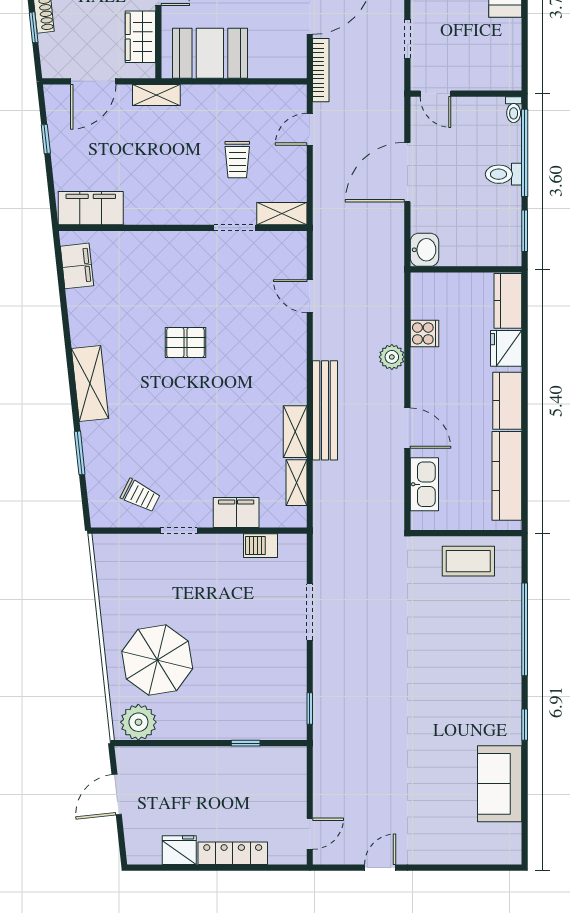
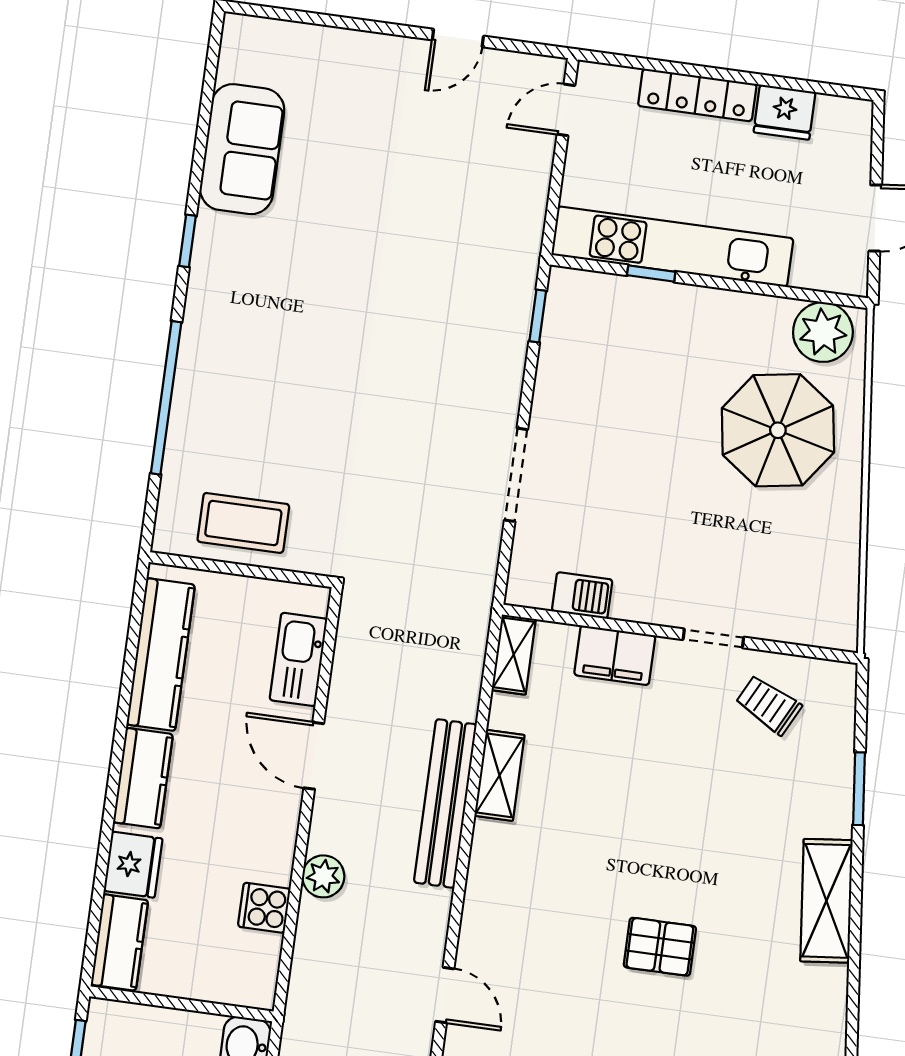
shelving: (296, 483) -> (514, 655), moved
kitchen unit: (235, 761) -> (672, 247), added

